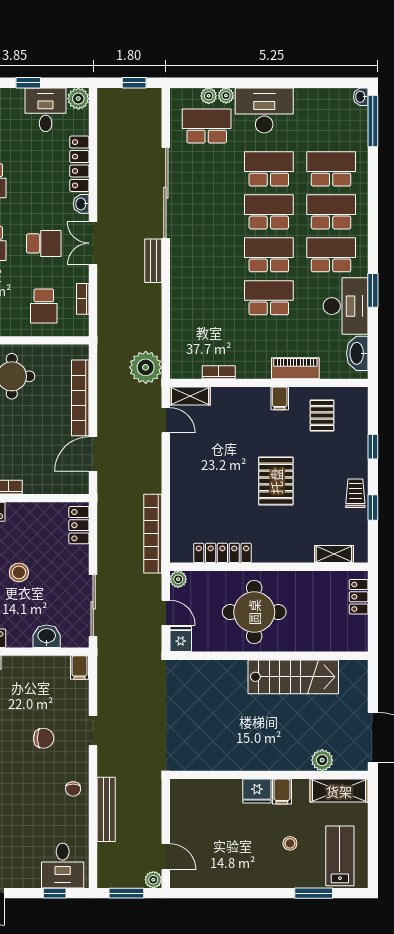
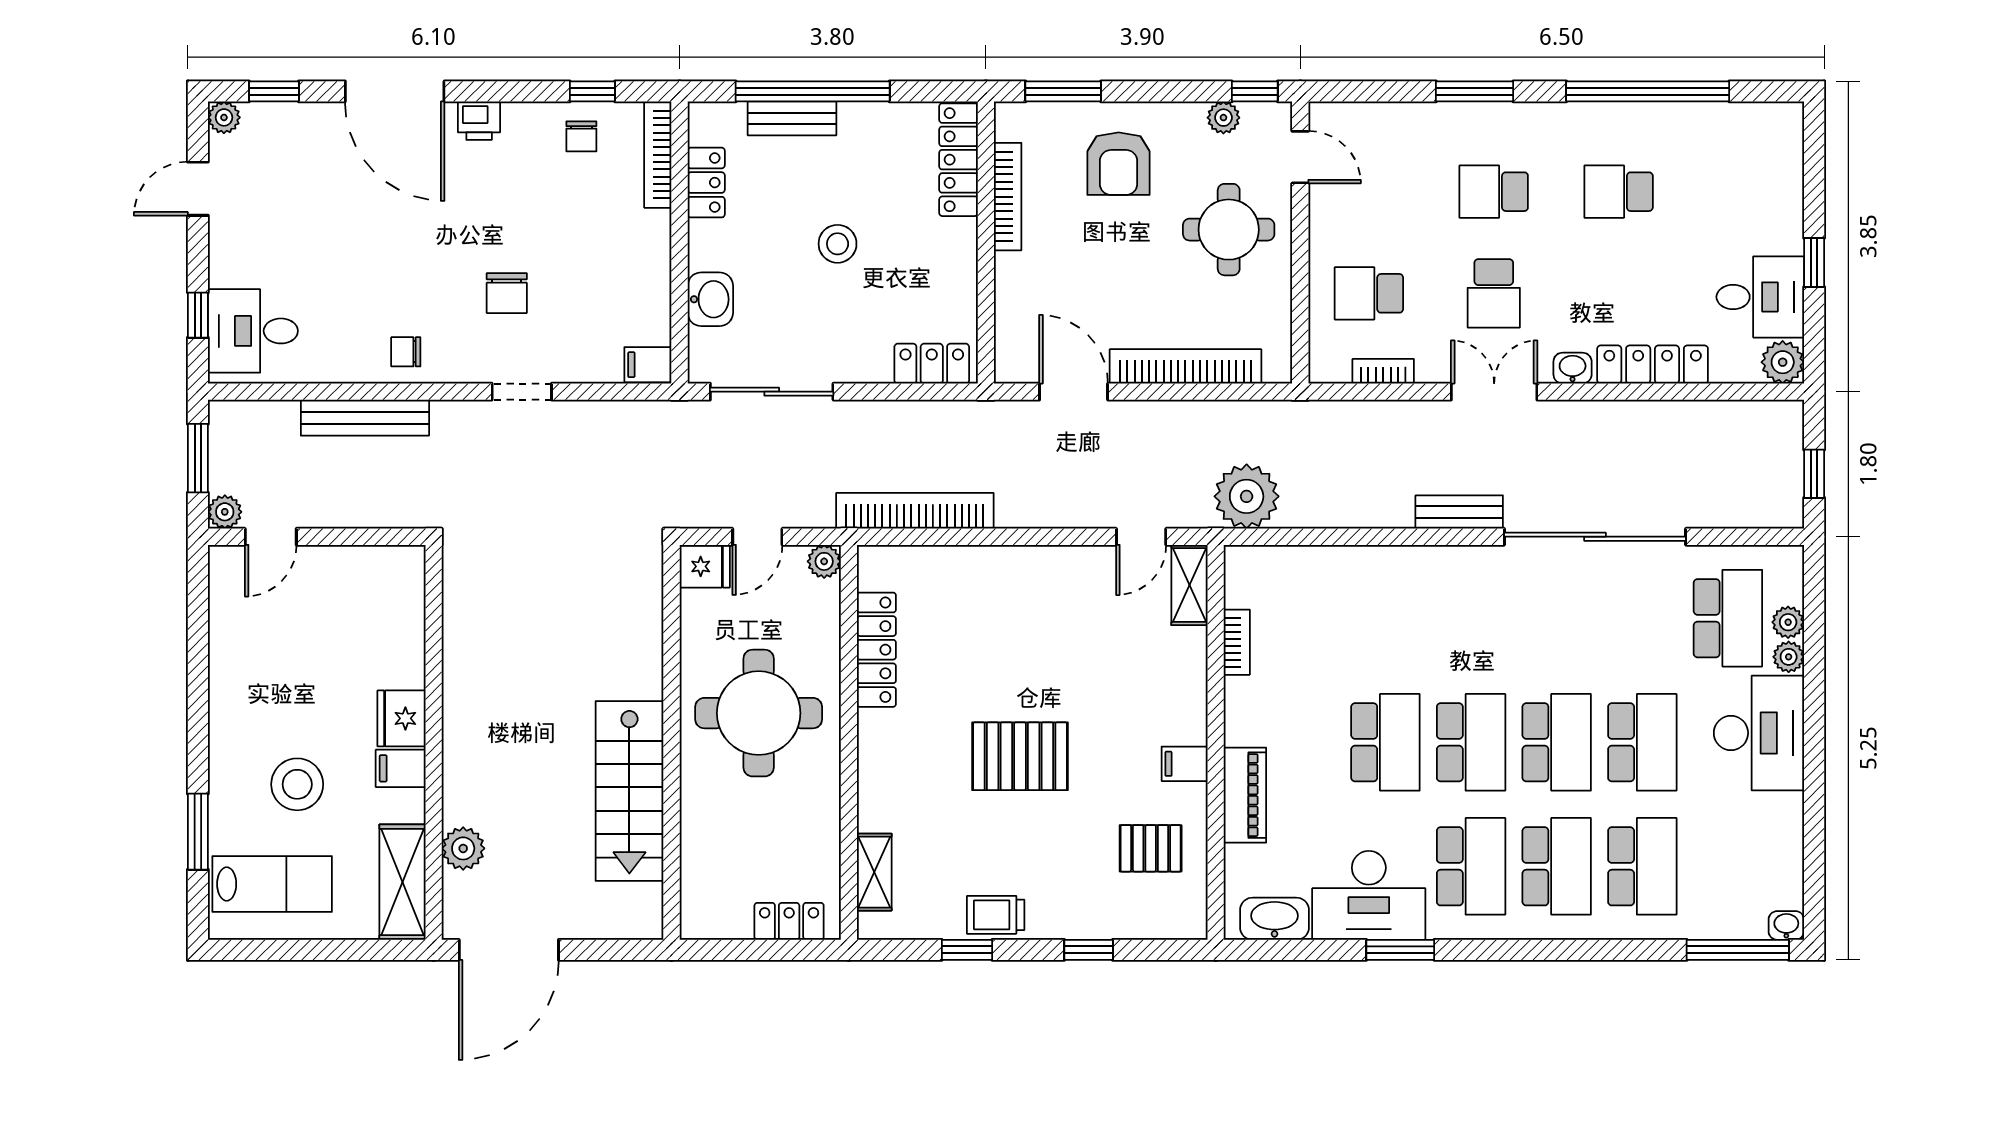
trolley: (355, 493) -> (996, 915), turned 180
stool: (290, 843) -> (297, 784), width x1.89, depth x1.89

